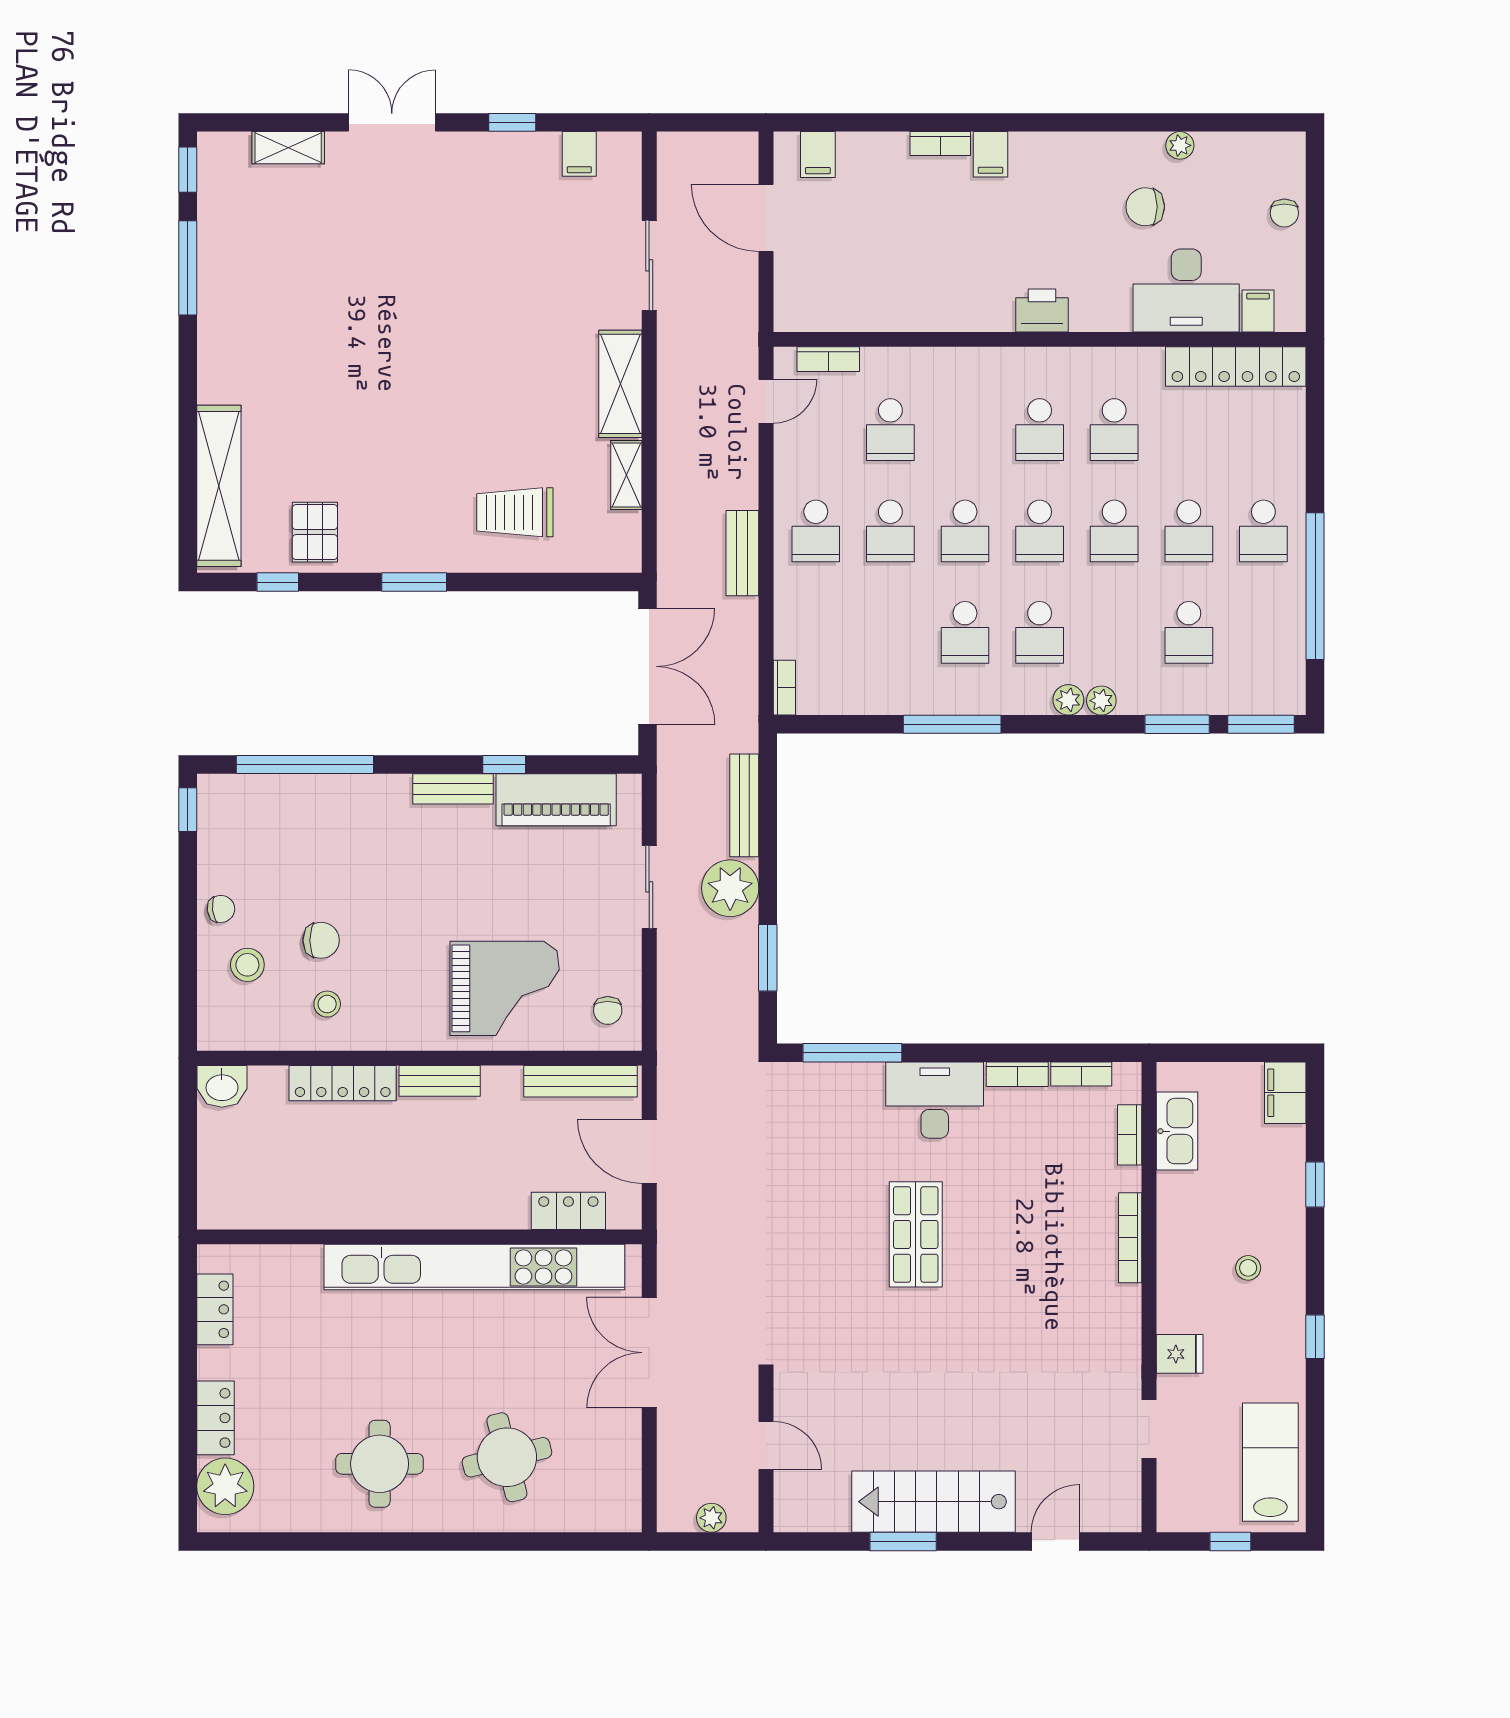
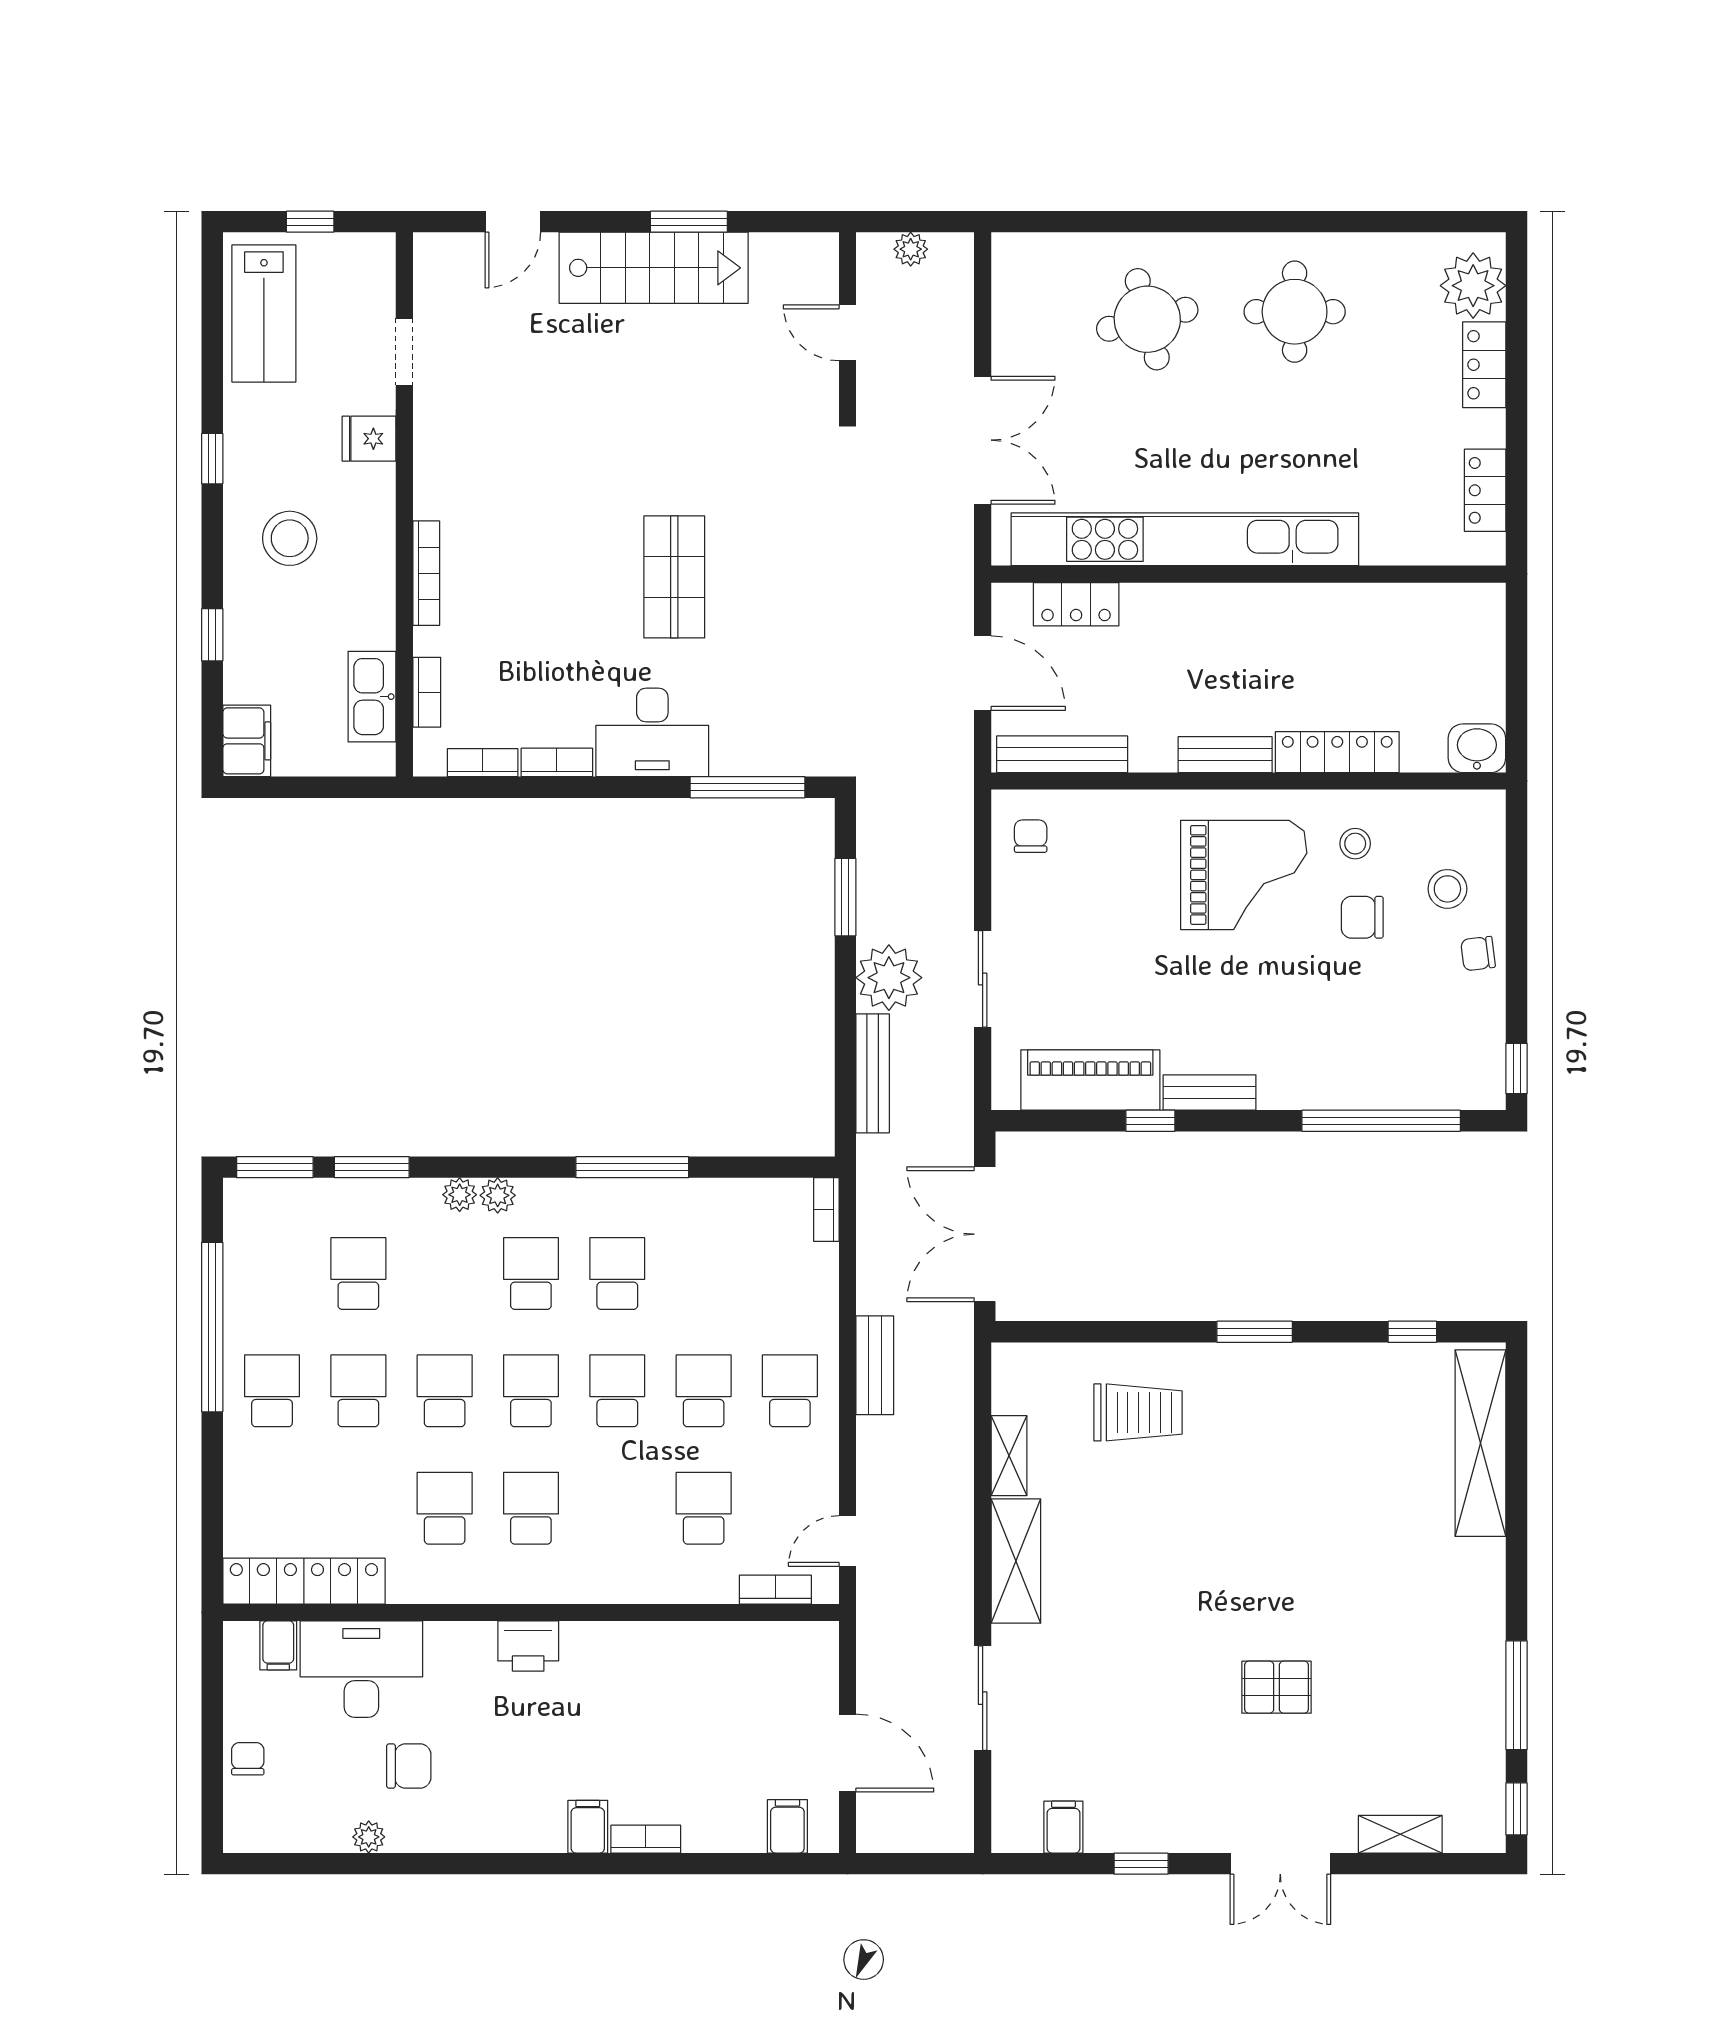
pallet: (315, 532) -> (1277, 1687), moved, turned 90
grand piano: (505, 988) -> (1244, 875), moved, turned 180
stool: (1248, 1268) -> (290, 538), width x1.89, depth x1.89

